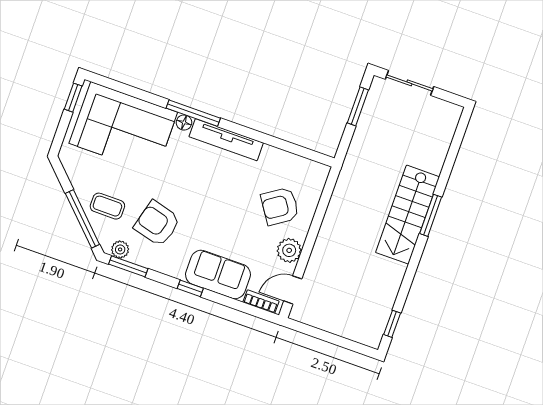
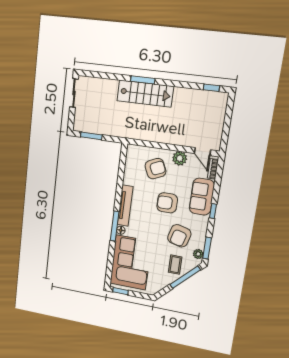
sliding door: (409, 83) -> (74, 93), moved
armchair: (280, 206) -> (155, 169), turned -80
armchair: (218, 214) -> (167, 203), added

